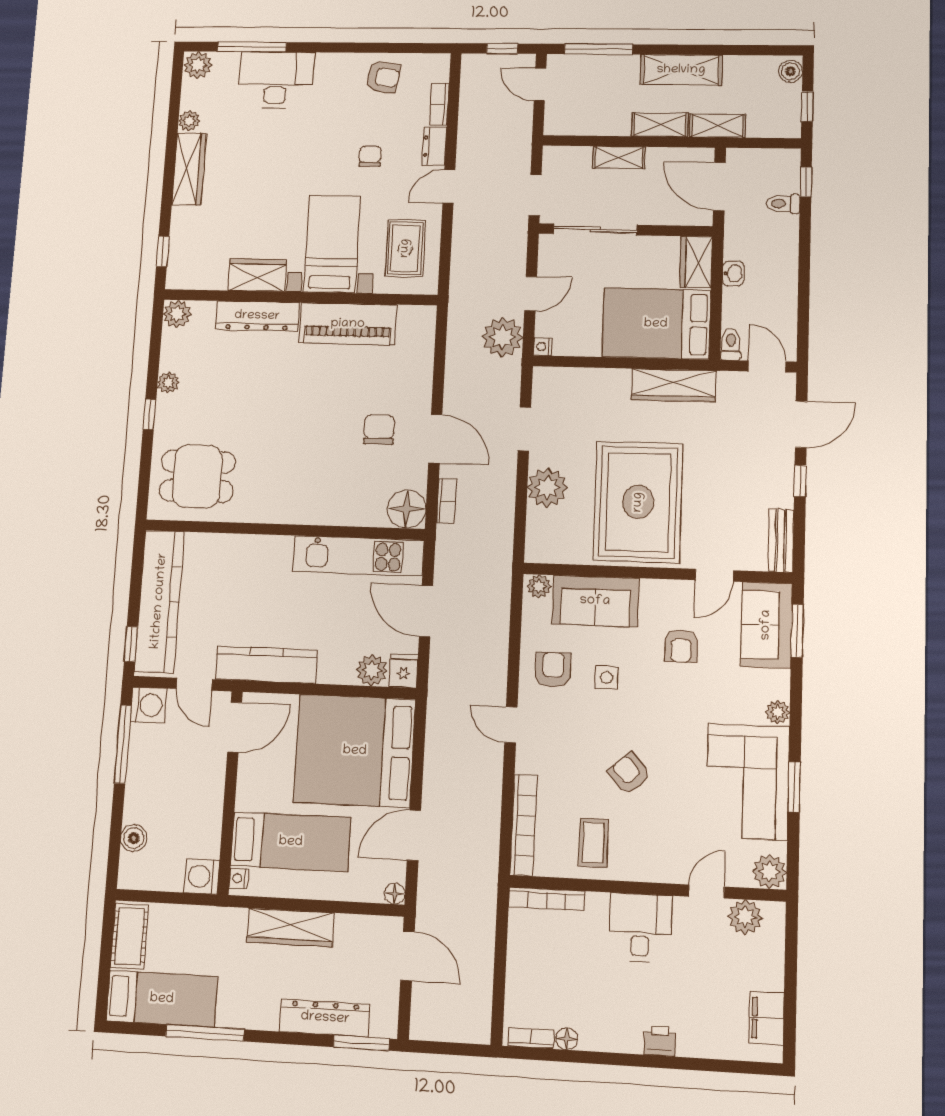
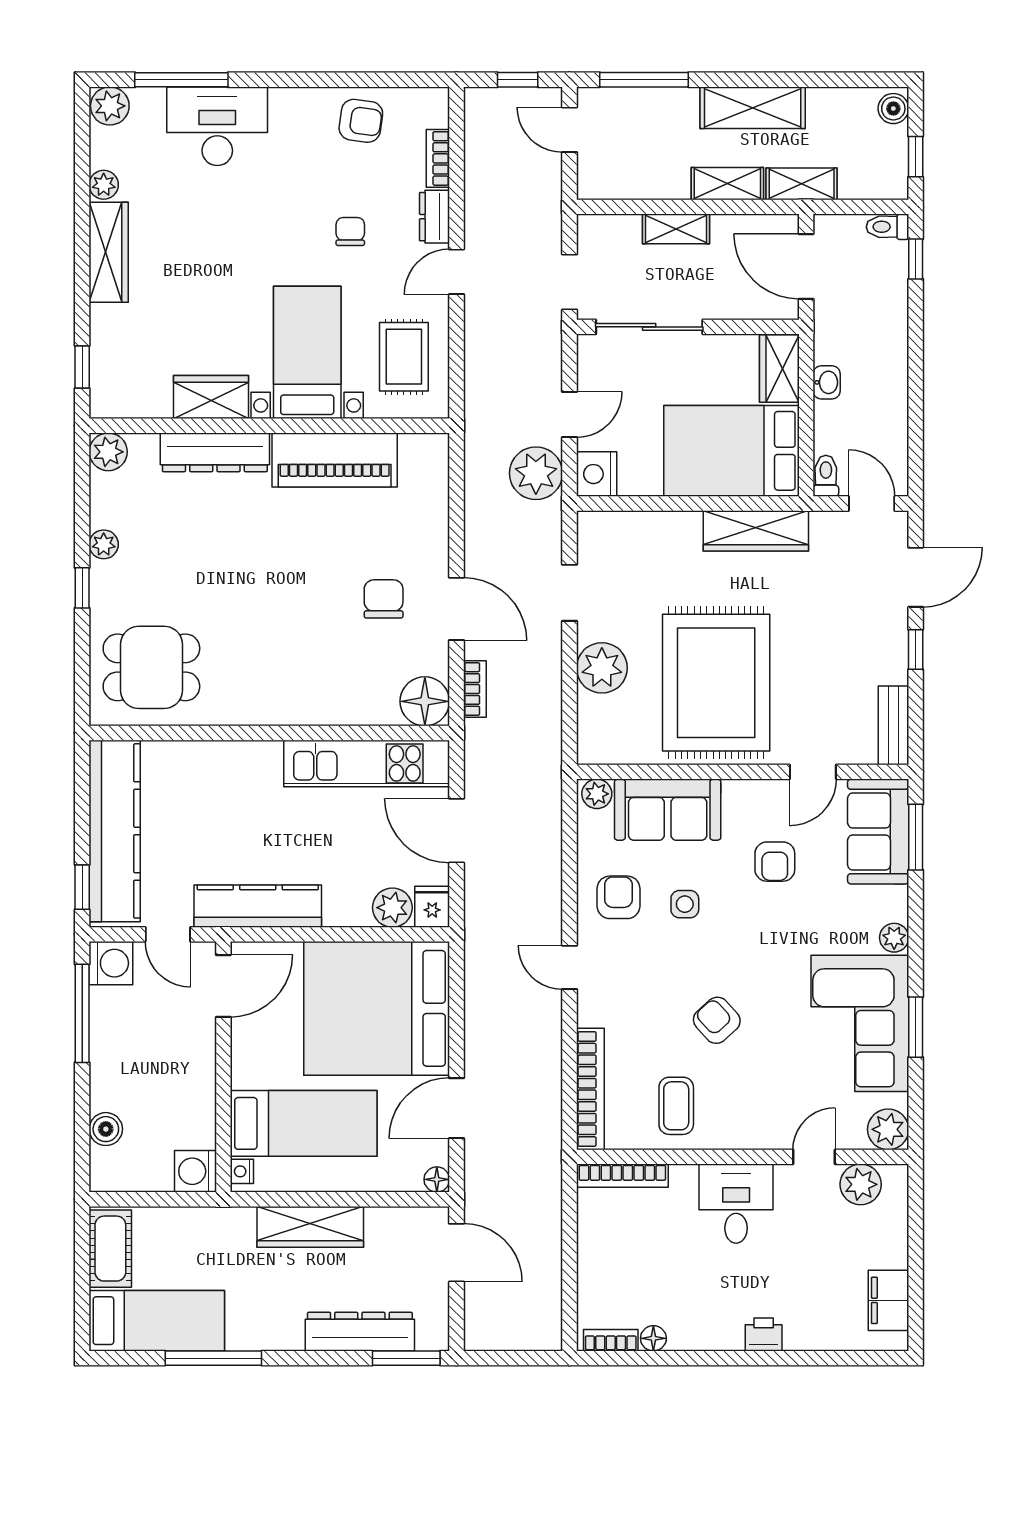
toilet: (783, 204) -> (887, 227), moved
nightstand: (542, 347) -> (597, 474), width x1.89, depth x1.79

